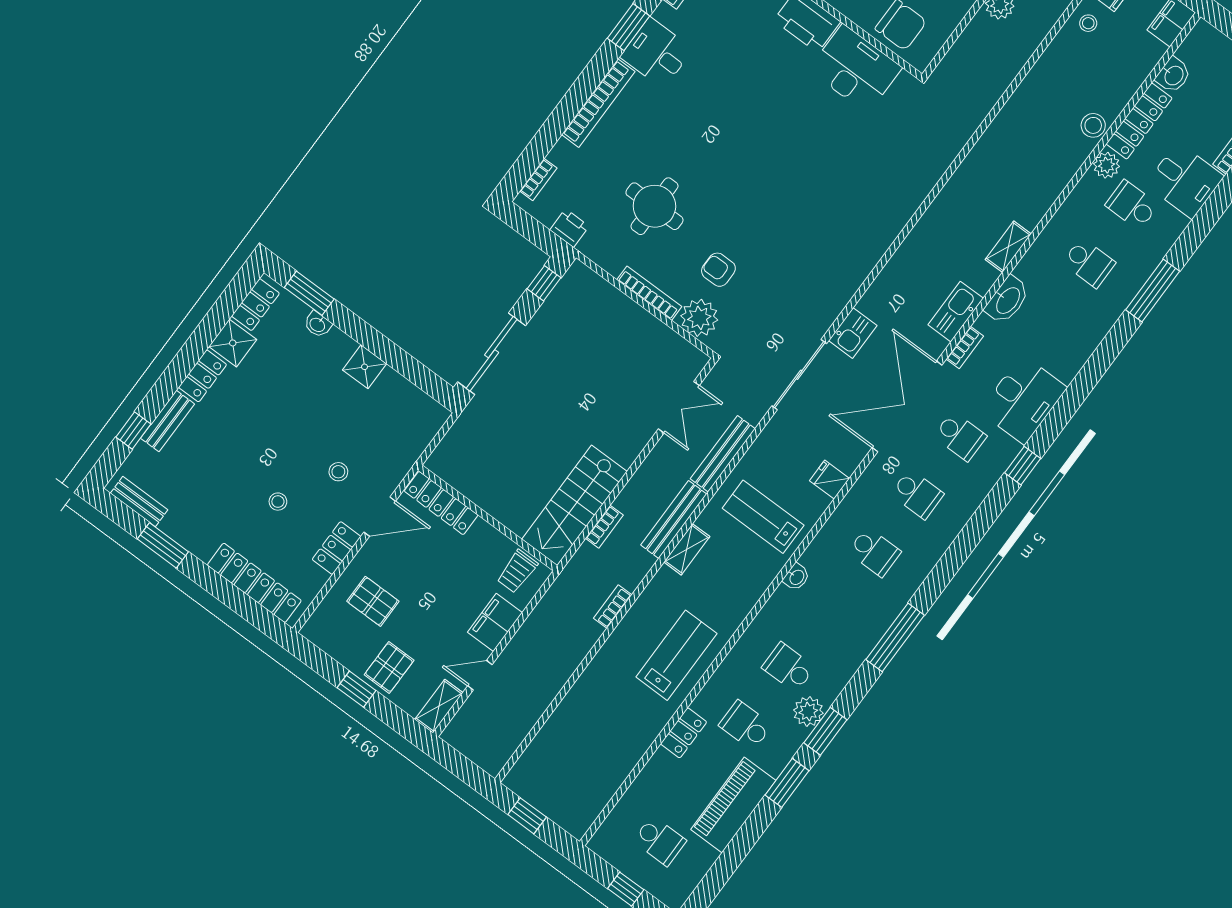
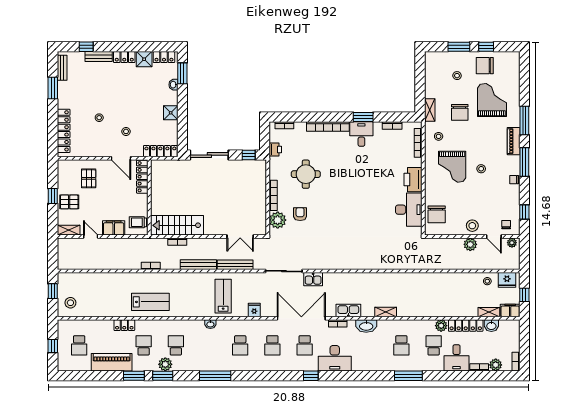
stool: (1093, 125) -> (70, 303), moved
locker: (337, 548) -> (160, 151), moved, width x1.53
shelving: (687, 549) -> (489, 312), moved

